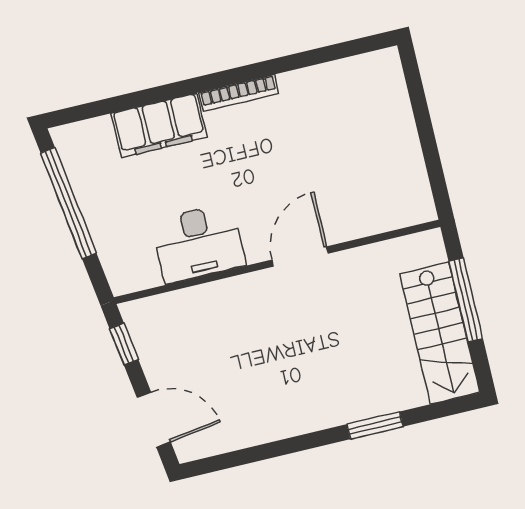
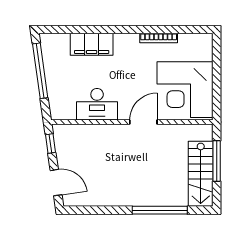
bookcase: (239, 93) -> (159, 38), moved
corner desk: (368, 172) -> (185, 90), added
window: (375, 425) -> (160, 210), width x2.11

